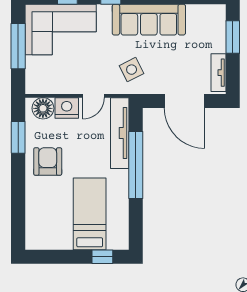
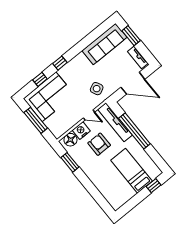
sofa: (149, 20) -> (104, 44), moved
door: (93, 96) -> (89, 115), hinge flipped
armchair: (48, 161) -> (99, 144), moved

